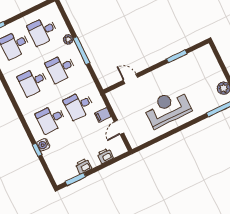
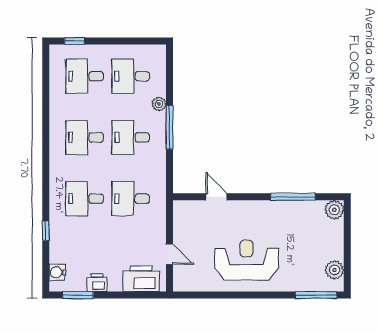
plant: (206, 52) -> (334, 210), added
window: (177, 56) -> (293, 197), width x1.44
filing cabinet: (103, 115) -> (156, 227), removed
door: (119, 127) -> (169, 254), swing flipped
water cooler: (43, 145) -> (57, 272), moved
printer: (105, 156) -> (141, 279), width x1.87, depth x1.48

